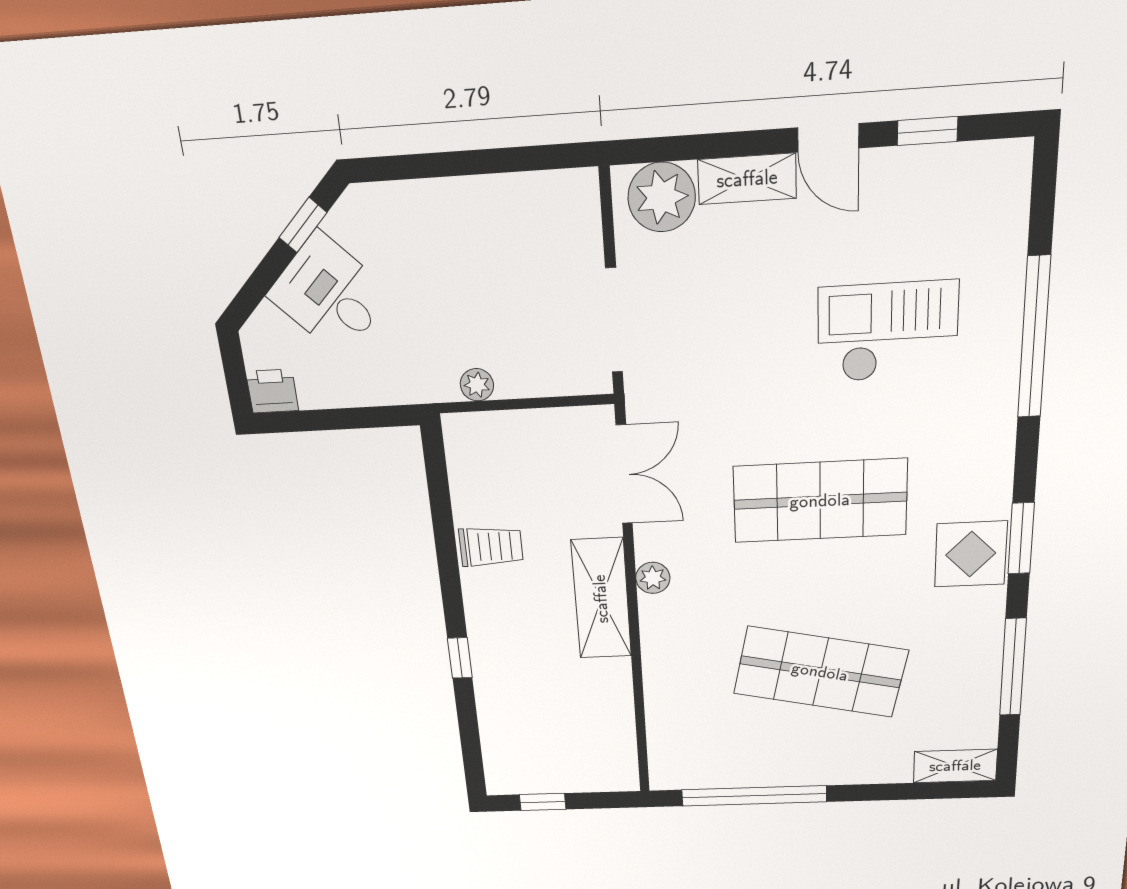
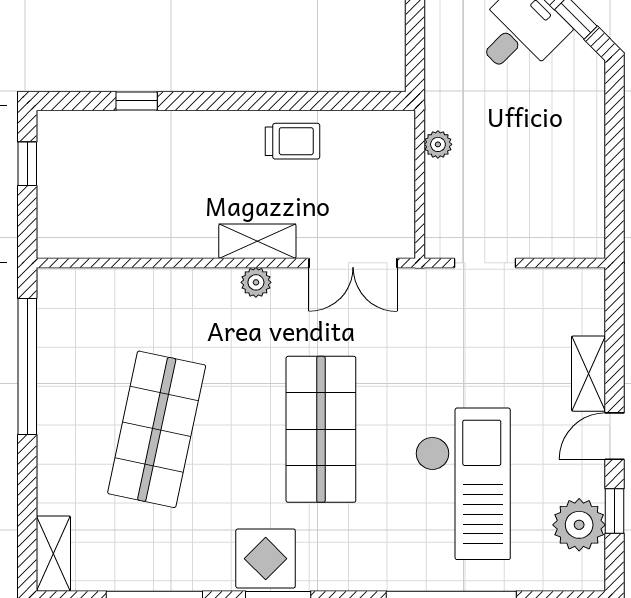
plant: (662, 197) -> (579, 525), moved
doorway: (614, 320) -> (485, 263), width x0.73
checkout: (888, 332) -> (463, 484), width x1.36, depth x1.21
trolley: (491, 547) -> (292, 141), turned -90
shelving: (601, 599) -> (257, 241), width x0.67, depth x0.75
window: (460, 658) -> (137, 101), moved

